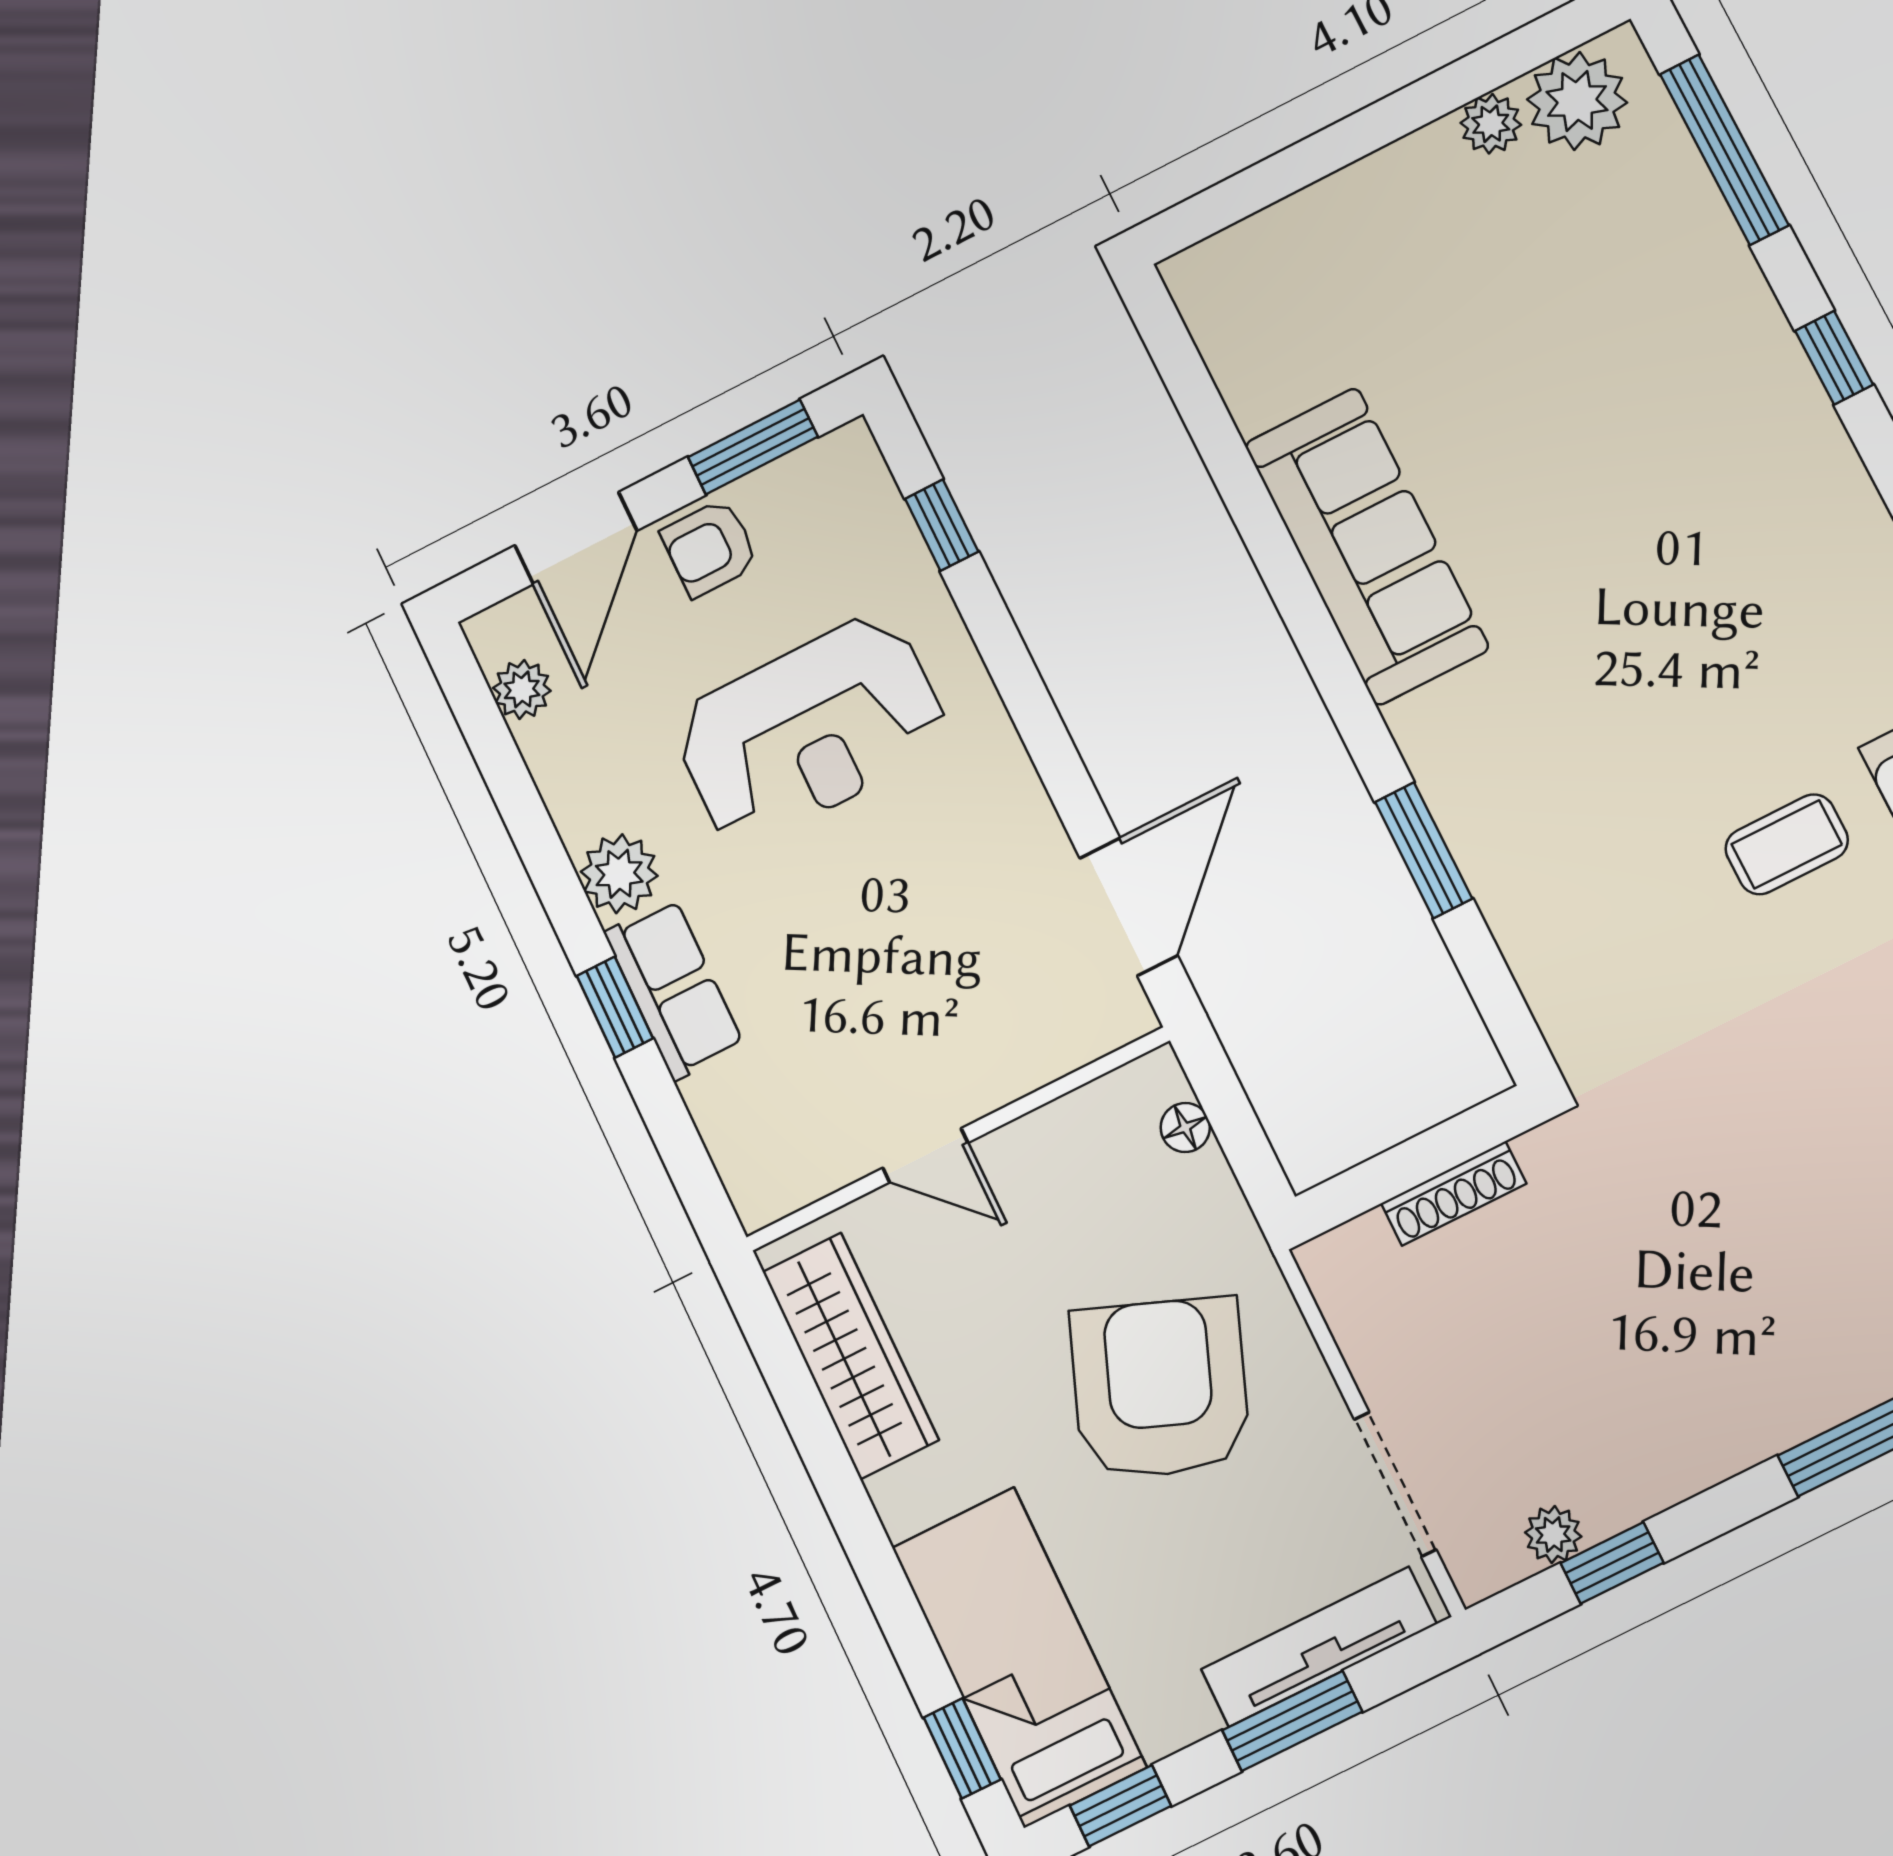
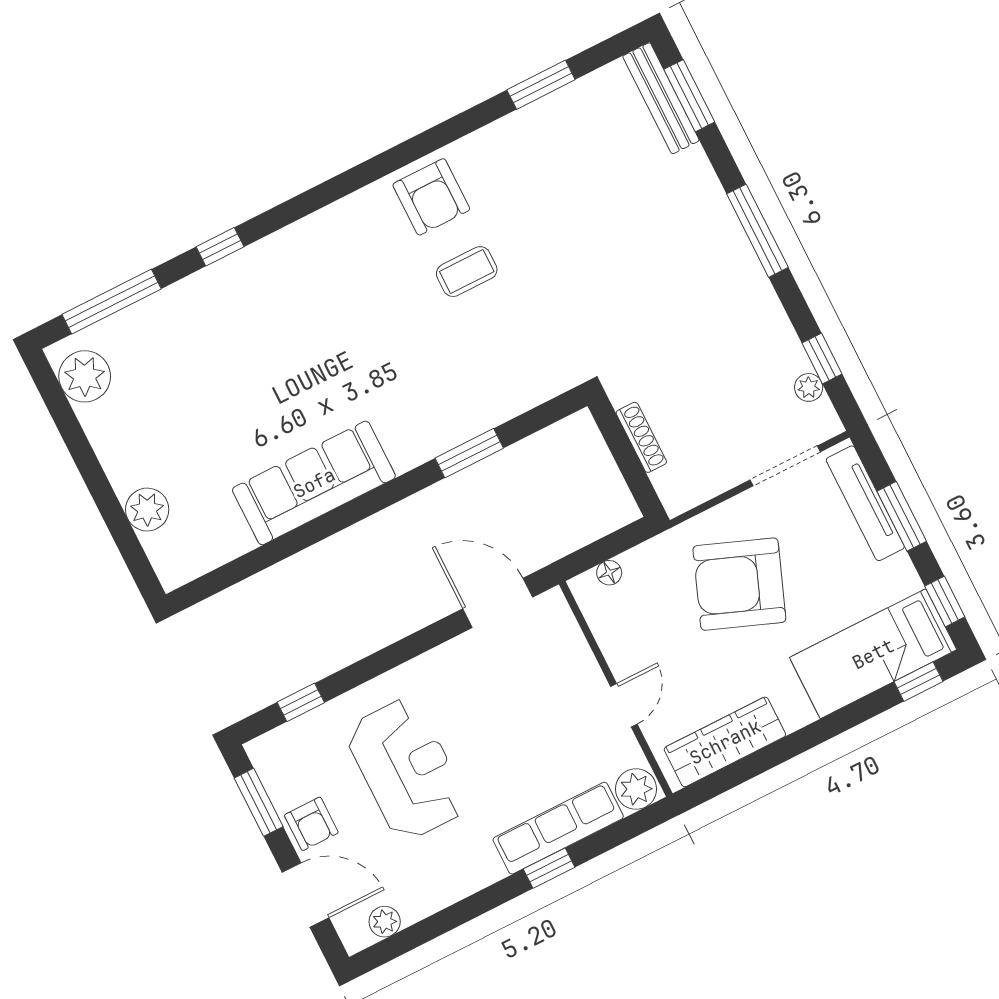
plant: (1491, 124) -> (147, 510), moved, width x1.38, depth x1.38
coffee table: (1787, 844) -> (467, 272), turned 90
plant: (619, 874) -> (636, 789), moved
row of seats: (674, 989) -> (558, 828), width x1.48

